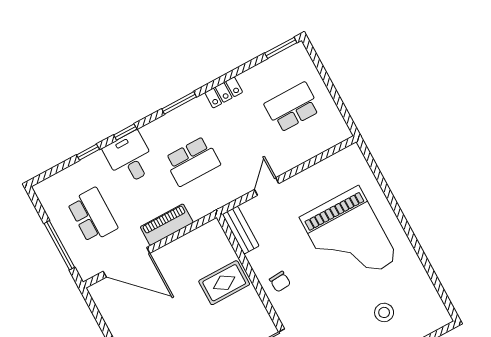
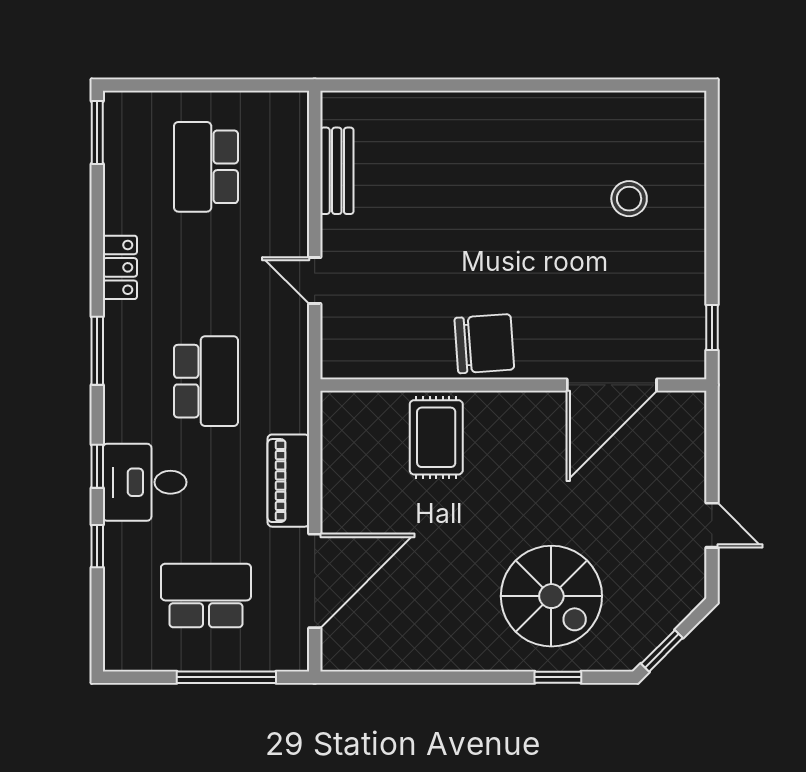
bench: (241, 230) -> (337, 171), moved, turned 90
grand piano: (349, 238) -> (475, 190), removed
chair: (280, 282) -> (484, 344), width x1.87, depth x1.87

